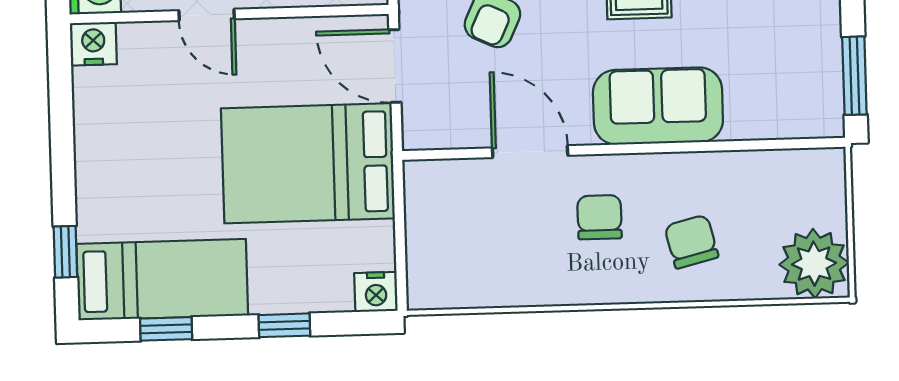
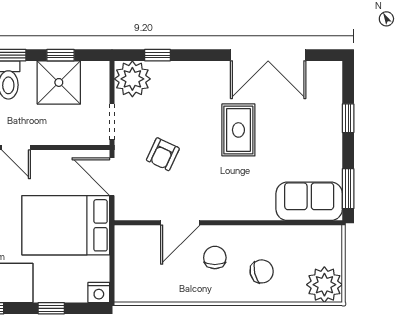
sofa: (658, 106) -> (309, 201), moved
door: (530, 152) -> (180, 223), swing flipped
chair: (691, 242) -> (262, 271), turned 91

